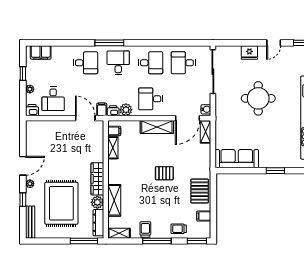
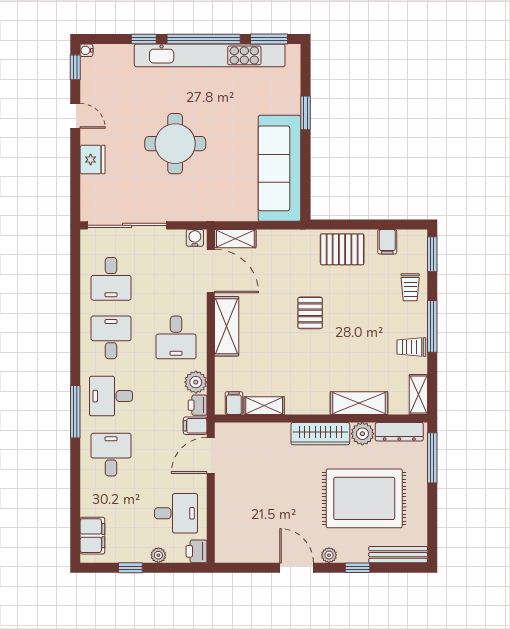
sofa: (237, 159) -> (279, 168), width x1.36, depth x1.27

